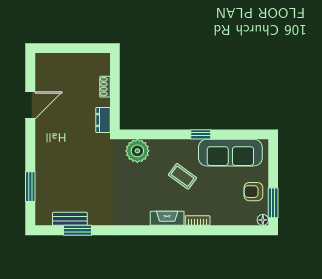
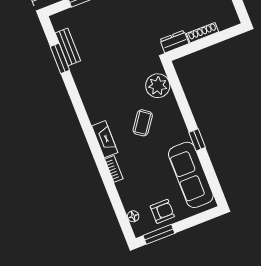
shoe rack: (105, 87) -> (203, 33), width x1.43
coffee table: (182, 176) -> (143, 123), moved
armchair: (253, 192) -> (162, 211), turned 90
floor lamp: (263, 220) -> (133, 216), moved

